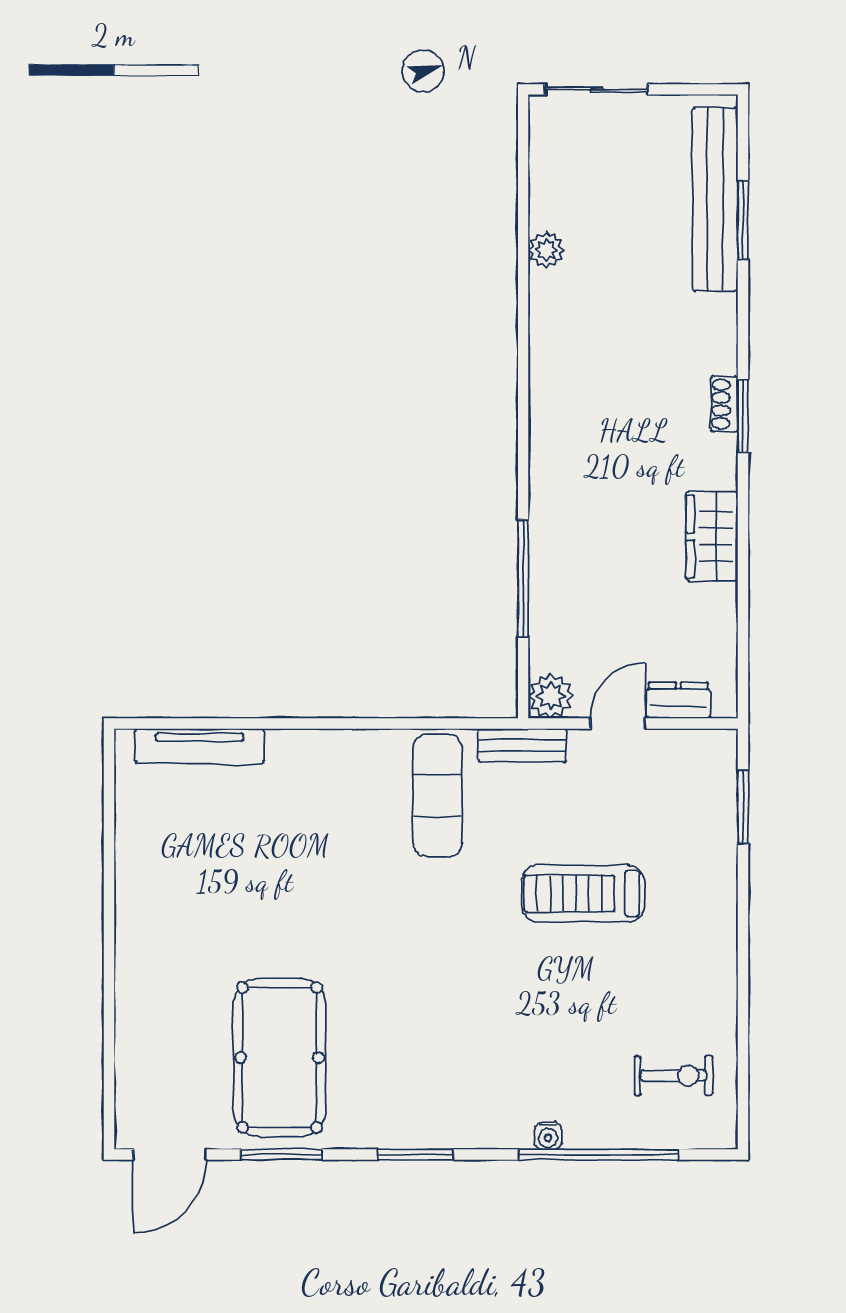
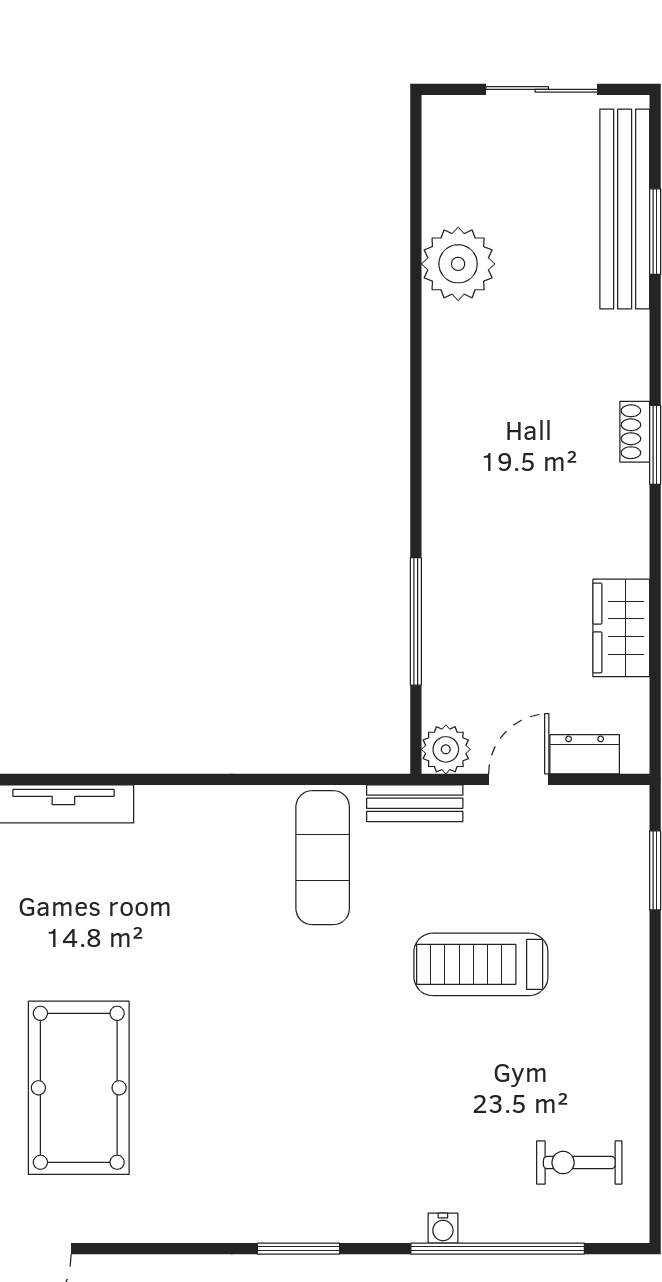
sliding door: (596, 89) -> (542, 89), moved
plant: (546, 250) -> (458, 264), width x1.87, depth x1.87
wardrobe: (712, 537) -> (621, 628), moved
pool table: (280, 1058) -> (79, 1088), moved
exercise bike: (673, 1076) -> (579, 1163), turned 180
window: (281, 1155) -> (152, 1249), removed

